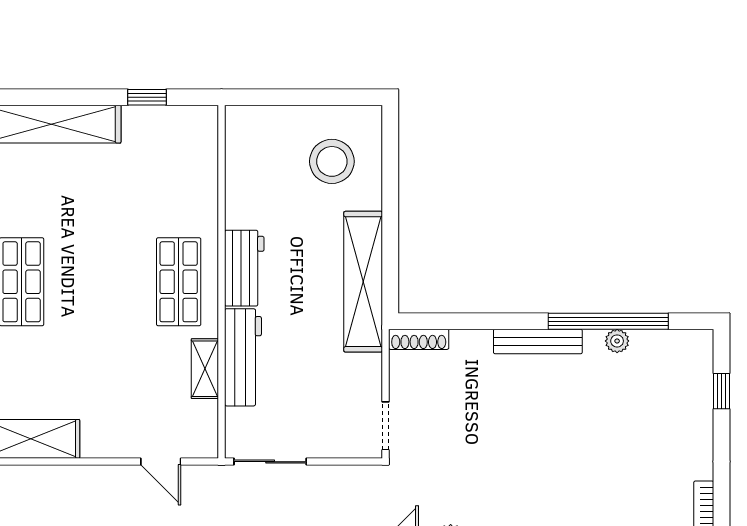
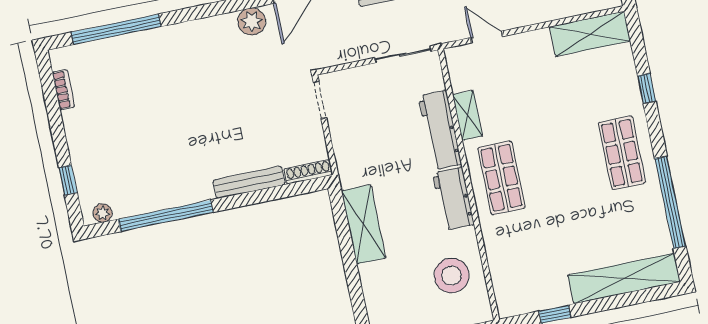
stool: (332, 161) -> (452, 276), moved
shelving: (363, 282) -> (364, 224), width x0.68
plant: (617, 341) -> (102, 213), moved
bench: (538, 342) -> (249, 182), moved

